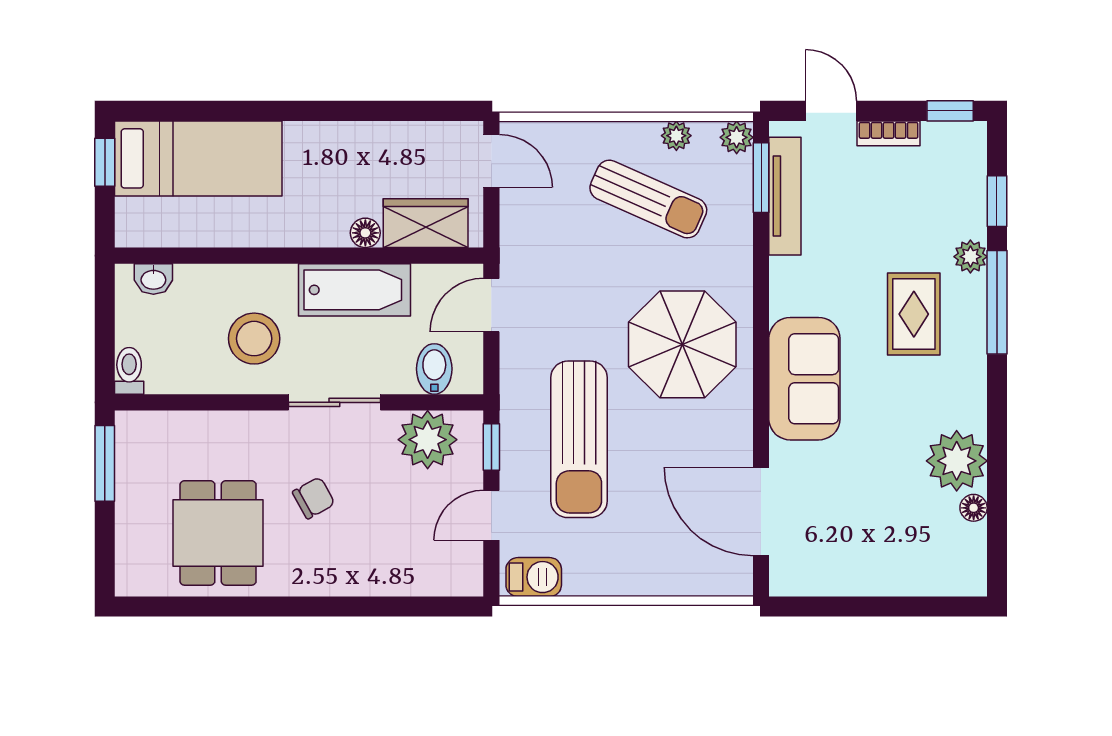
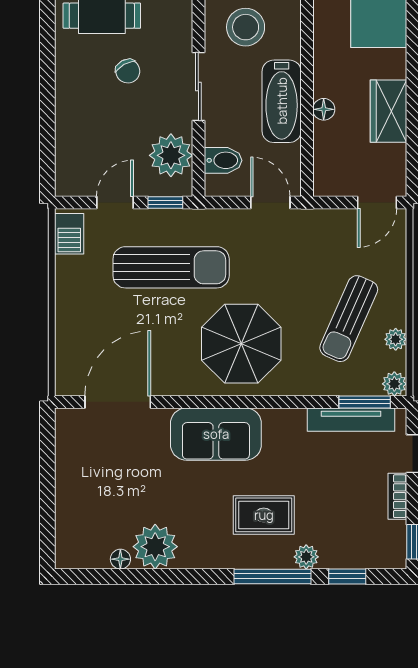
wardrobe: (426, 223) -> (389, 111), moved, turned 180
sun lounger: (579, 439) -> (171, 267), turned 180
door: (491, 515) -> (115, 203), hinge flipped

